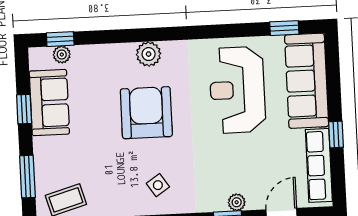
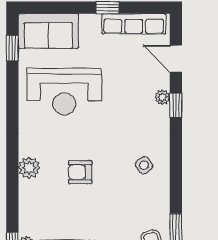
sofa: (307, 81) -> (48, 31), width x0.73
armchair: (146, 113) -> (80, 172), width x0.53, depth x0.53

